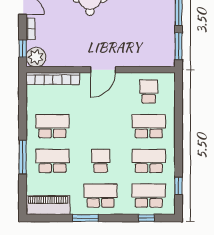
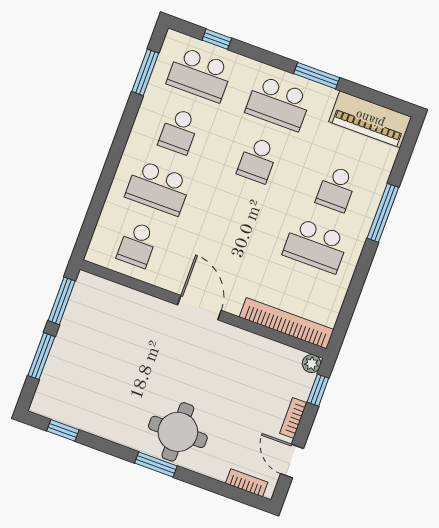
plant: (36, 57) -> (312, 364), width x0.53, depth x0.53
door: (103, 70) -> (199, 308), hinge flipped
school desk: (52, 161) -> (336, 189), width x0.54
school desk: (149, 161) -> (179, 131), width x0.54
window: (179, 186) -> (145, 72), width x1.50

